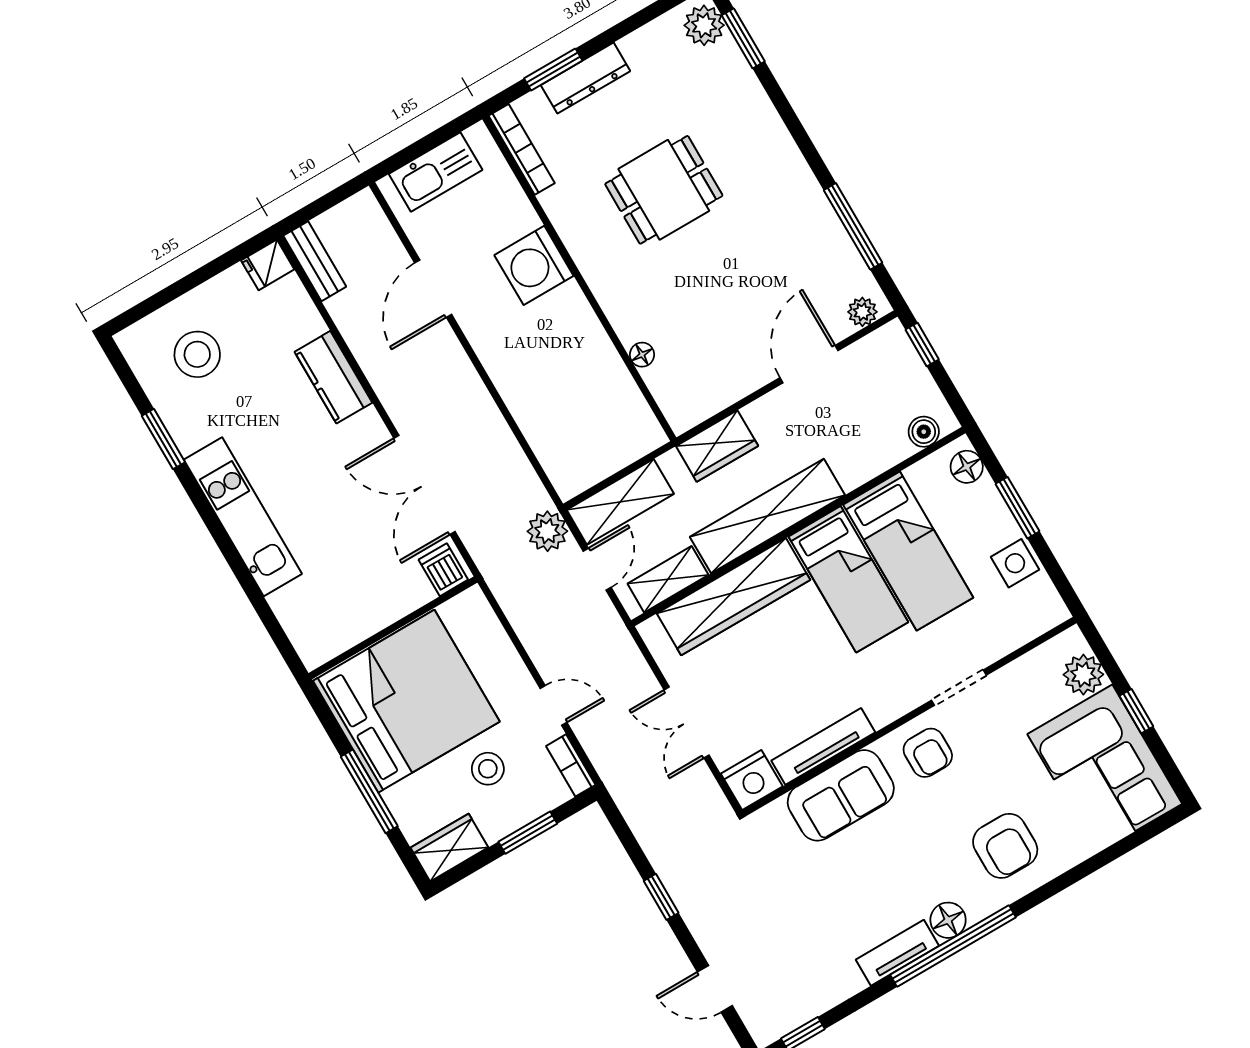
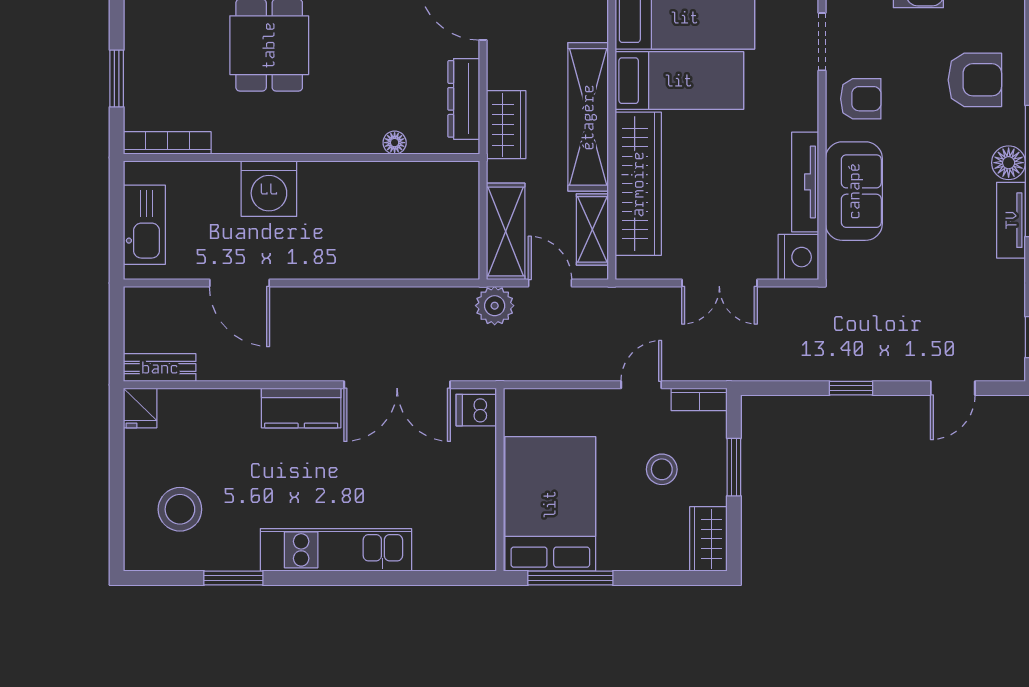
dresser: (586, 78) -> (464, 99), moved, turned 180
kitchen counter: (333, 377) -> (301, 408), moved
bed: (406, 701) -> (550, 504), width x0.73
window: (369, 791) -> (570, 578), moved

